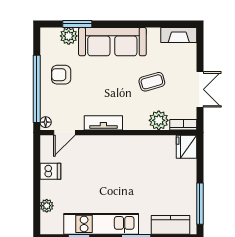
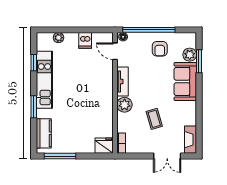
sofa: (112, 42) -> (185, 81), width x0.73
armchair: (61, 75) -> (160, 49), turned 180
double door: (200, 89) -> (167, 156), moved
plant: (159, 120) -> (125, 105), moved

